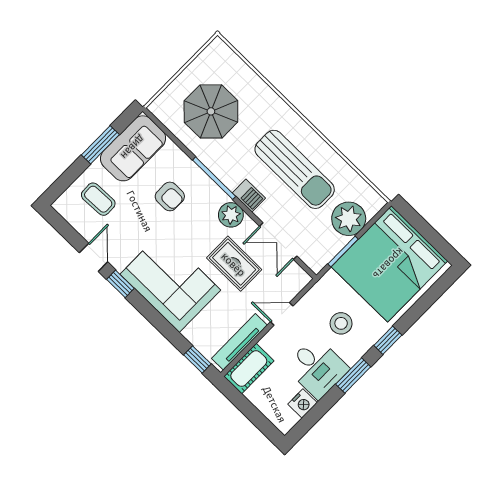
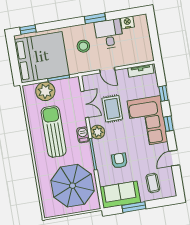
parasol: (211, 111) -> (72, 186), width x1.36, depth x1.36
window: (120, 284) -> (168, 124), moved
window: (388, 340) -> (28, 30), moved
tv unit: (239, 342) -> (141, 71), width x0.71
window: (197, 359) -> (163, 93), moved
cot: (249, 369) -> (140, 56), removed

